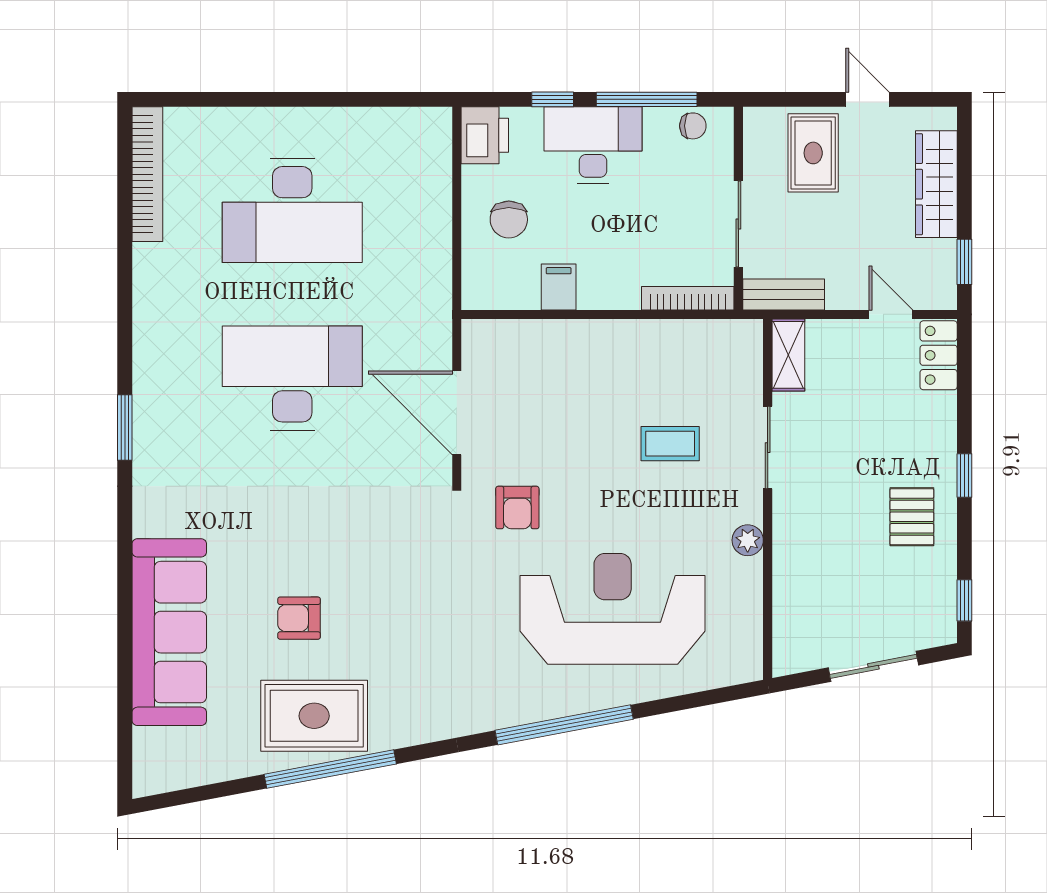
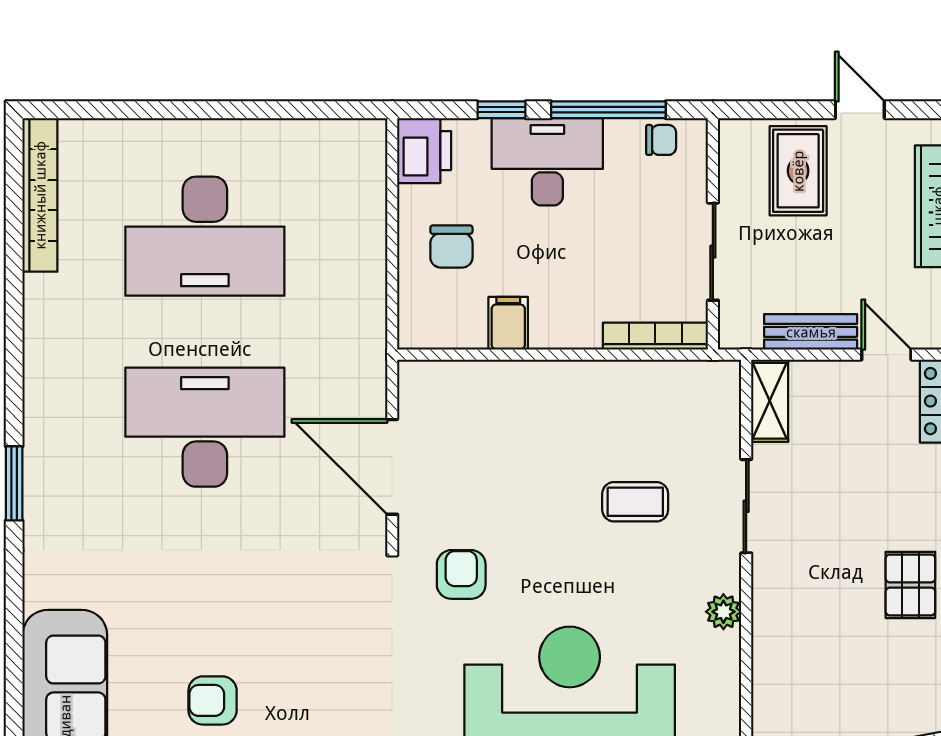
bench: (784, 294) -> (811, 332), moved
armchair: (517, 508) -> (461, 574), turned 180

